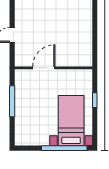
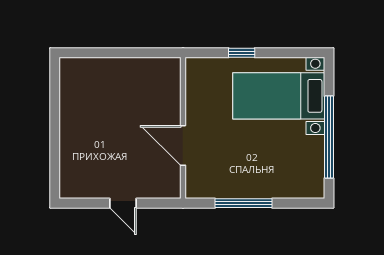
window: (64, 148) -> (329, 137), moved

